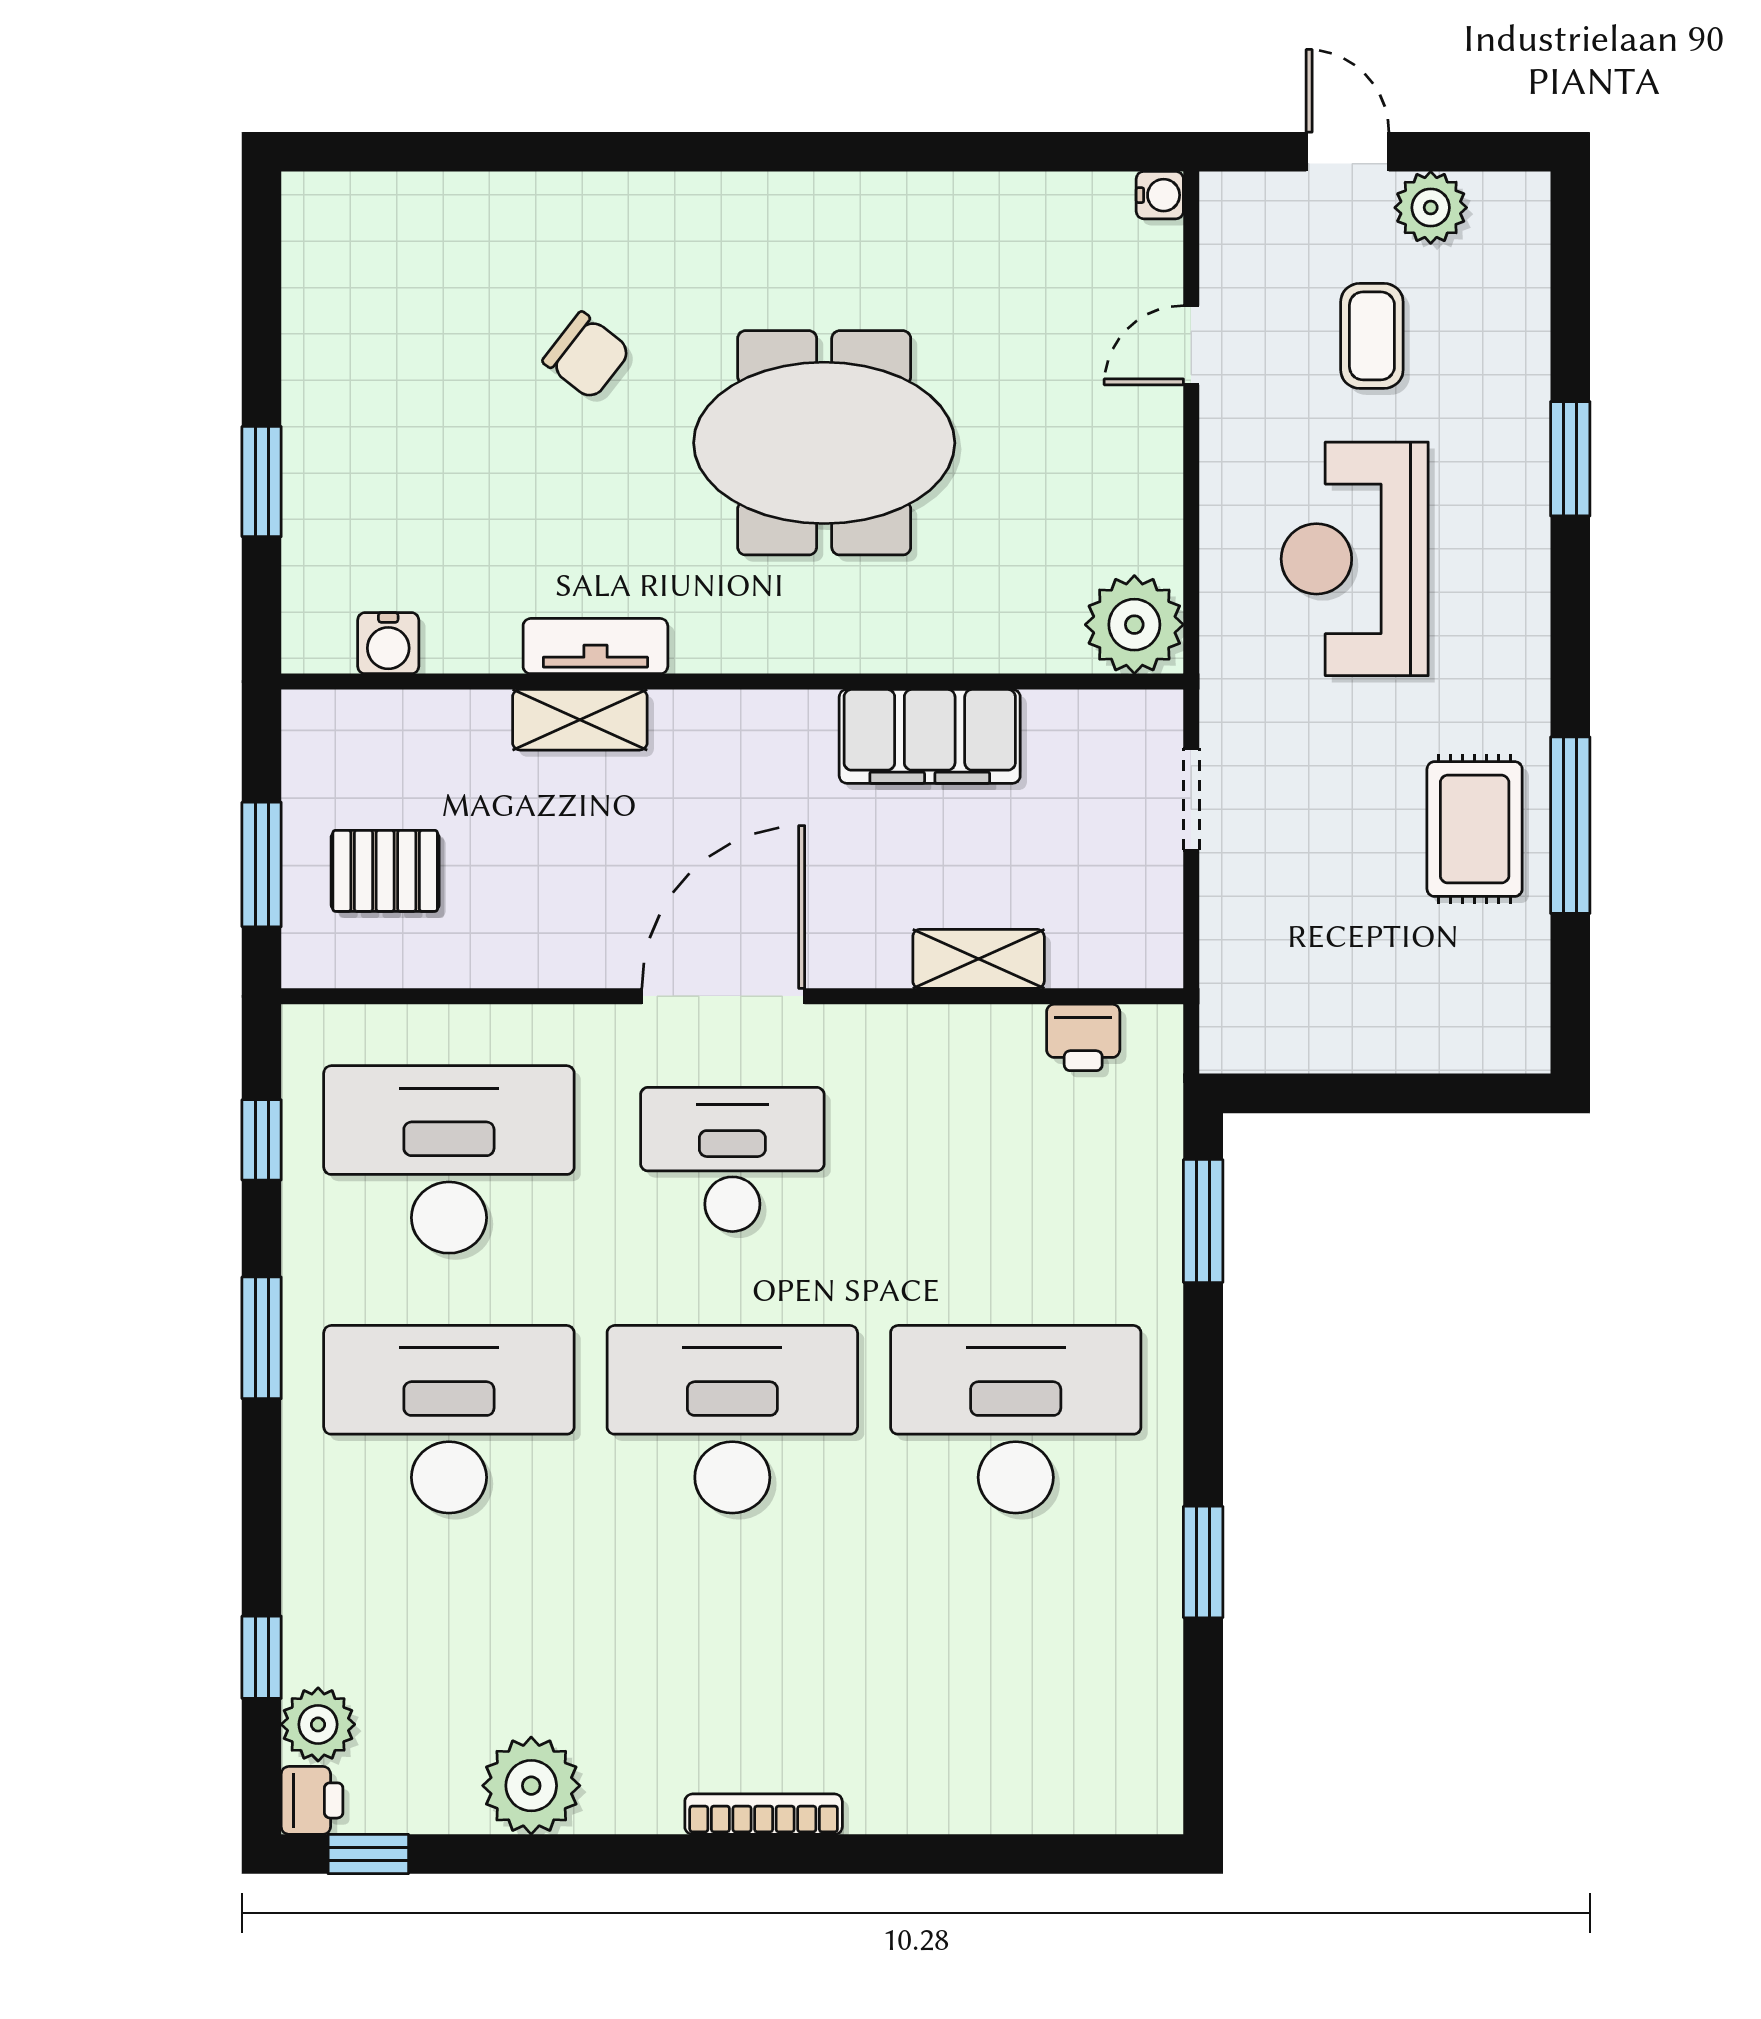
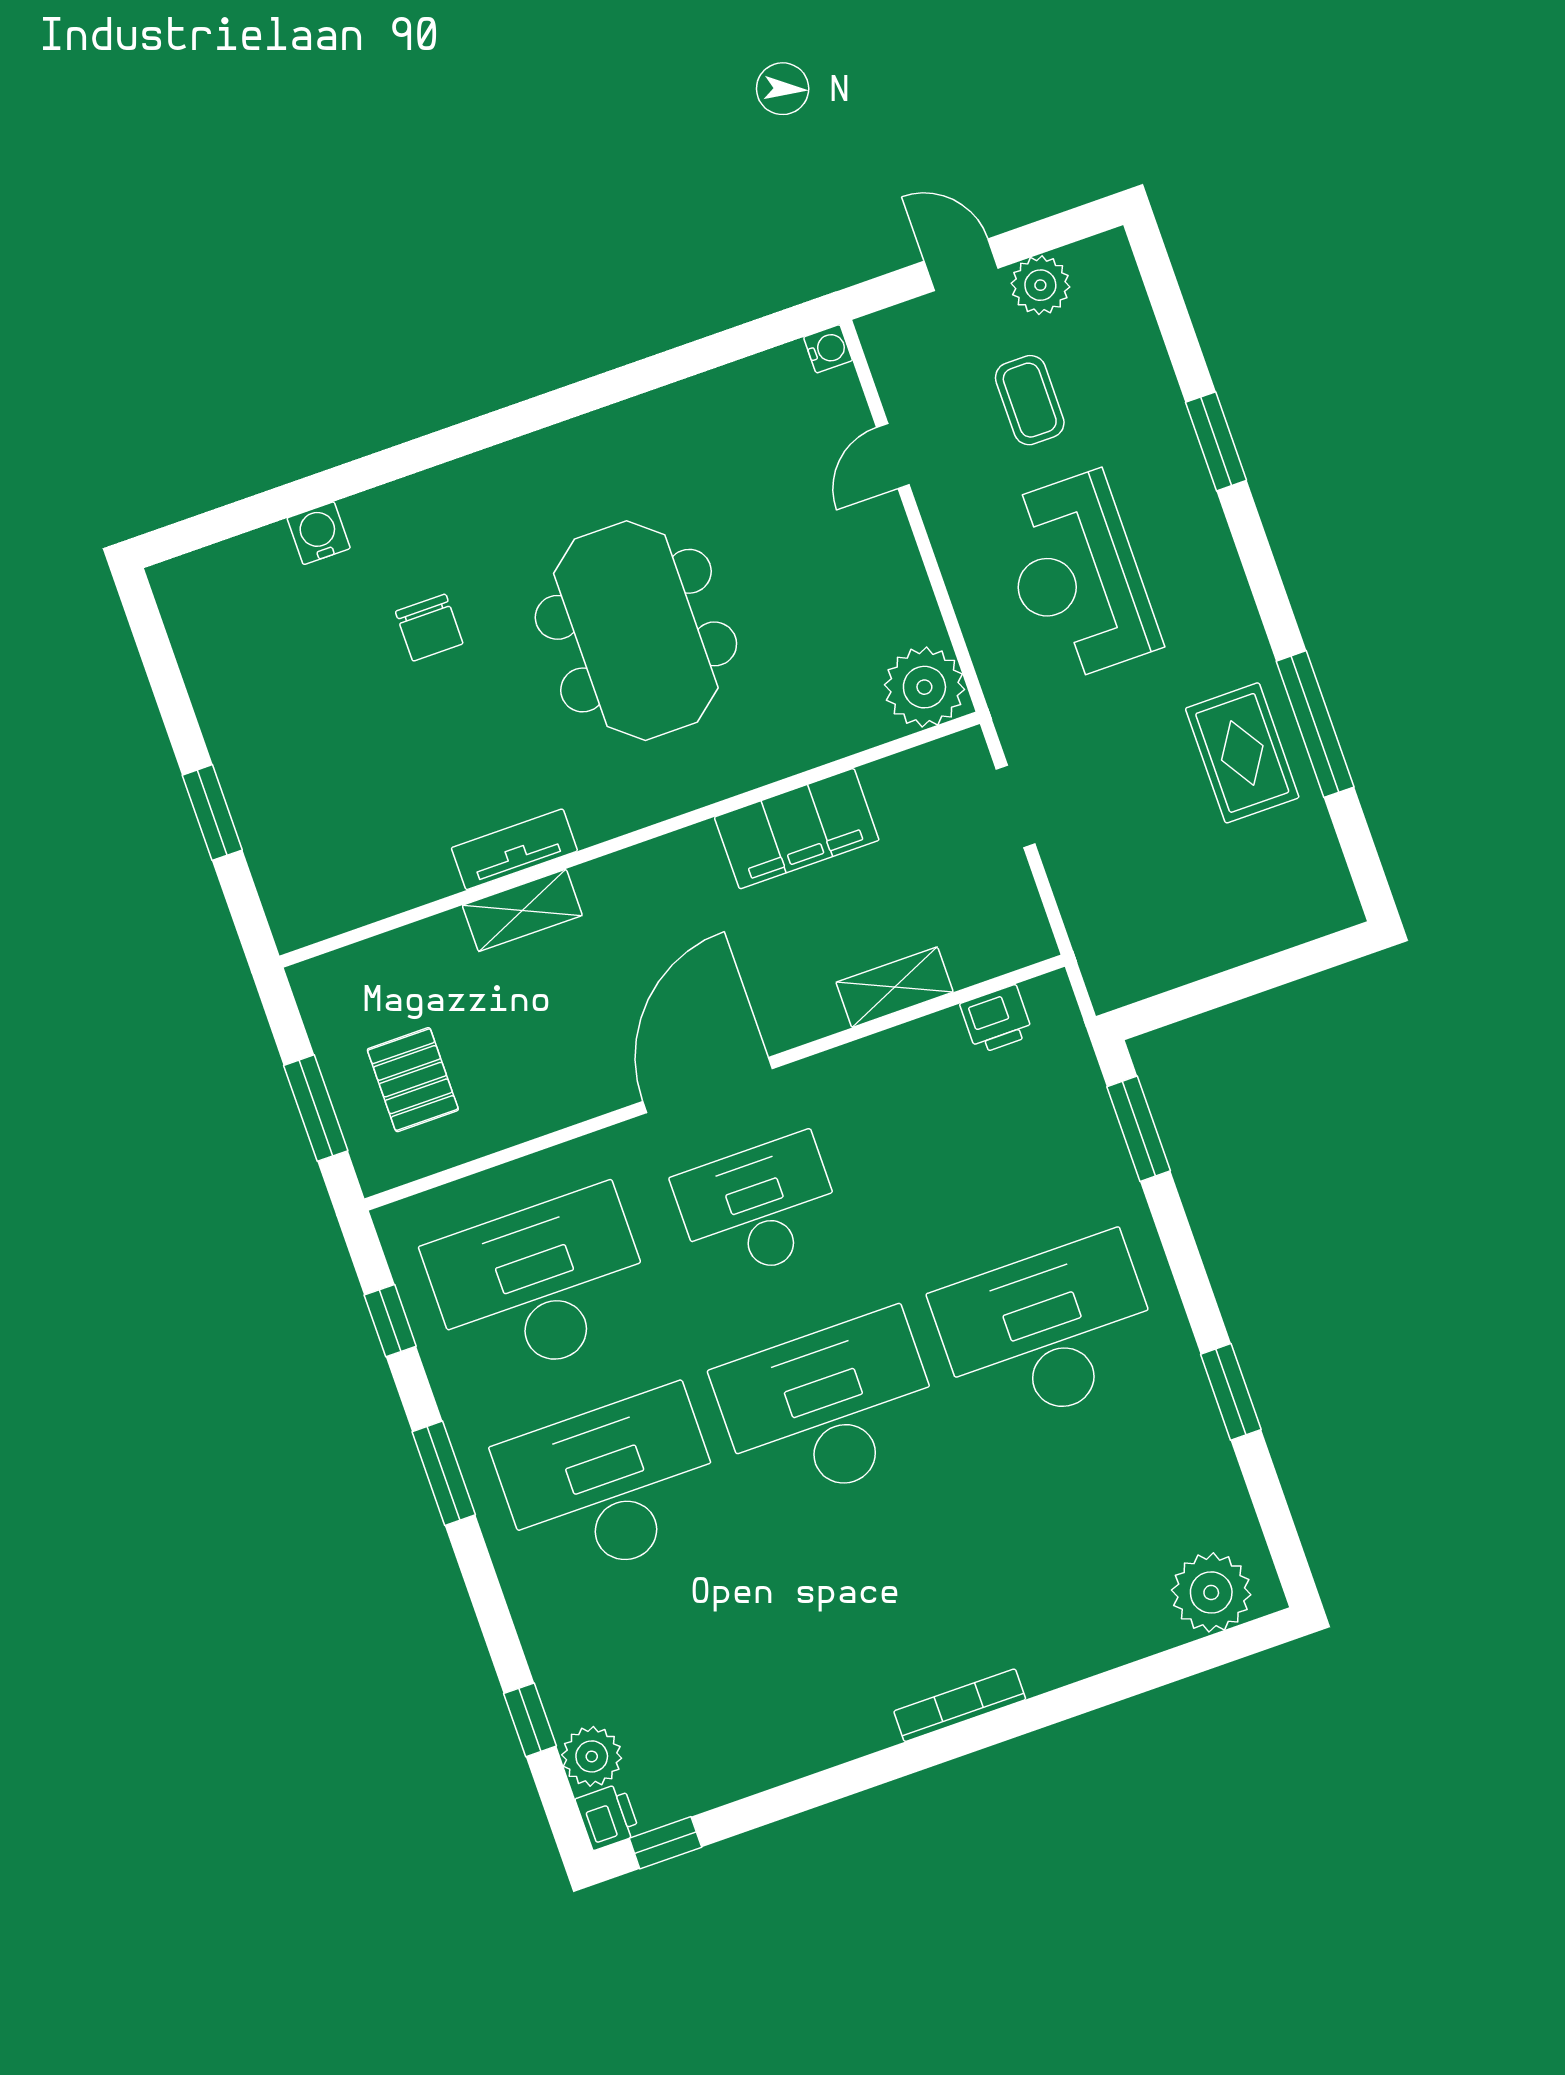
chair: (587, 356) -> (429, 628), turned 52
meeting table: (824, 443) -> (636, 631), turned 90
water cooler: (388, 643) -> (319, 533), moved, turned 180
pallet: (385, 871) -> (413, 1080), turned 90
plant: (531, 1786) -> (1211, 1592), moved

